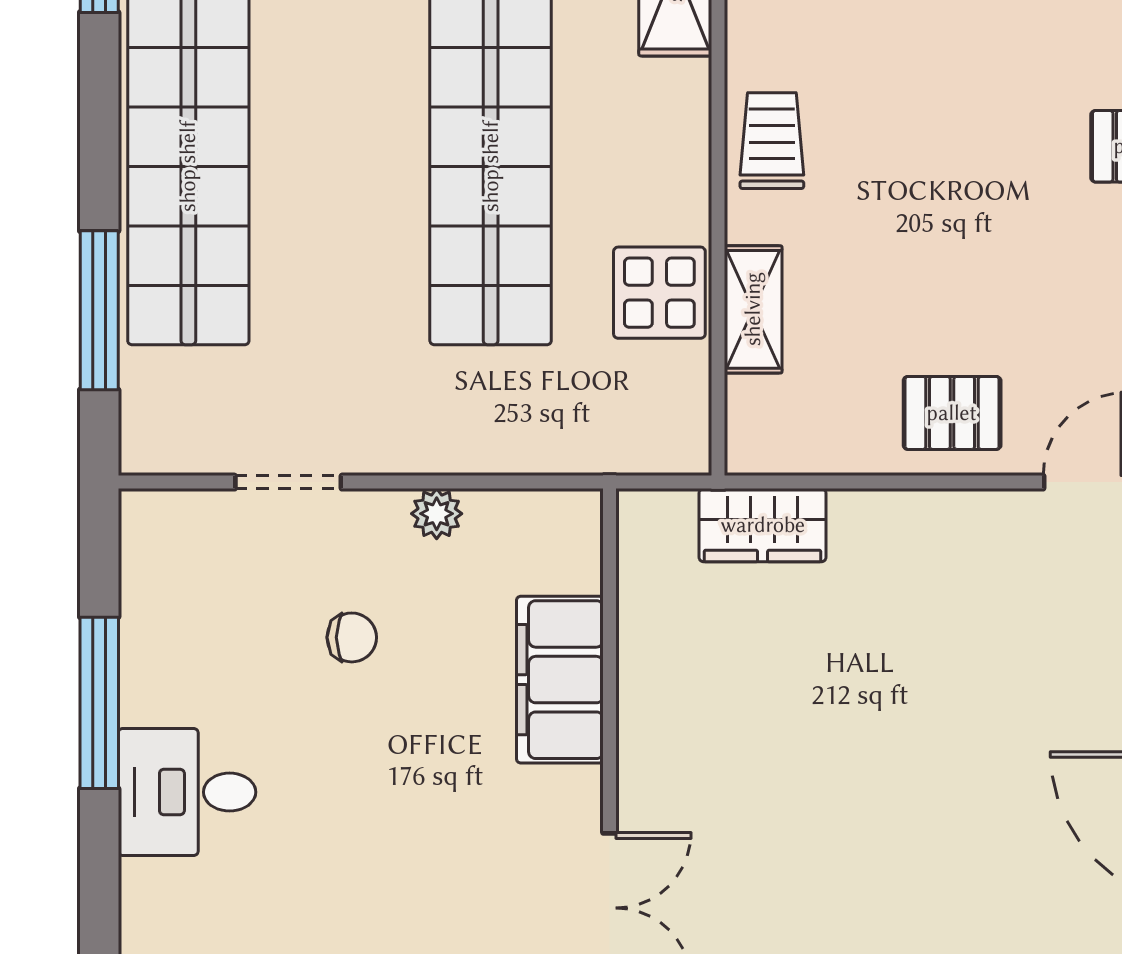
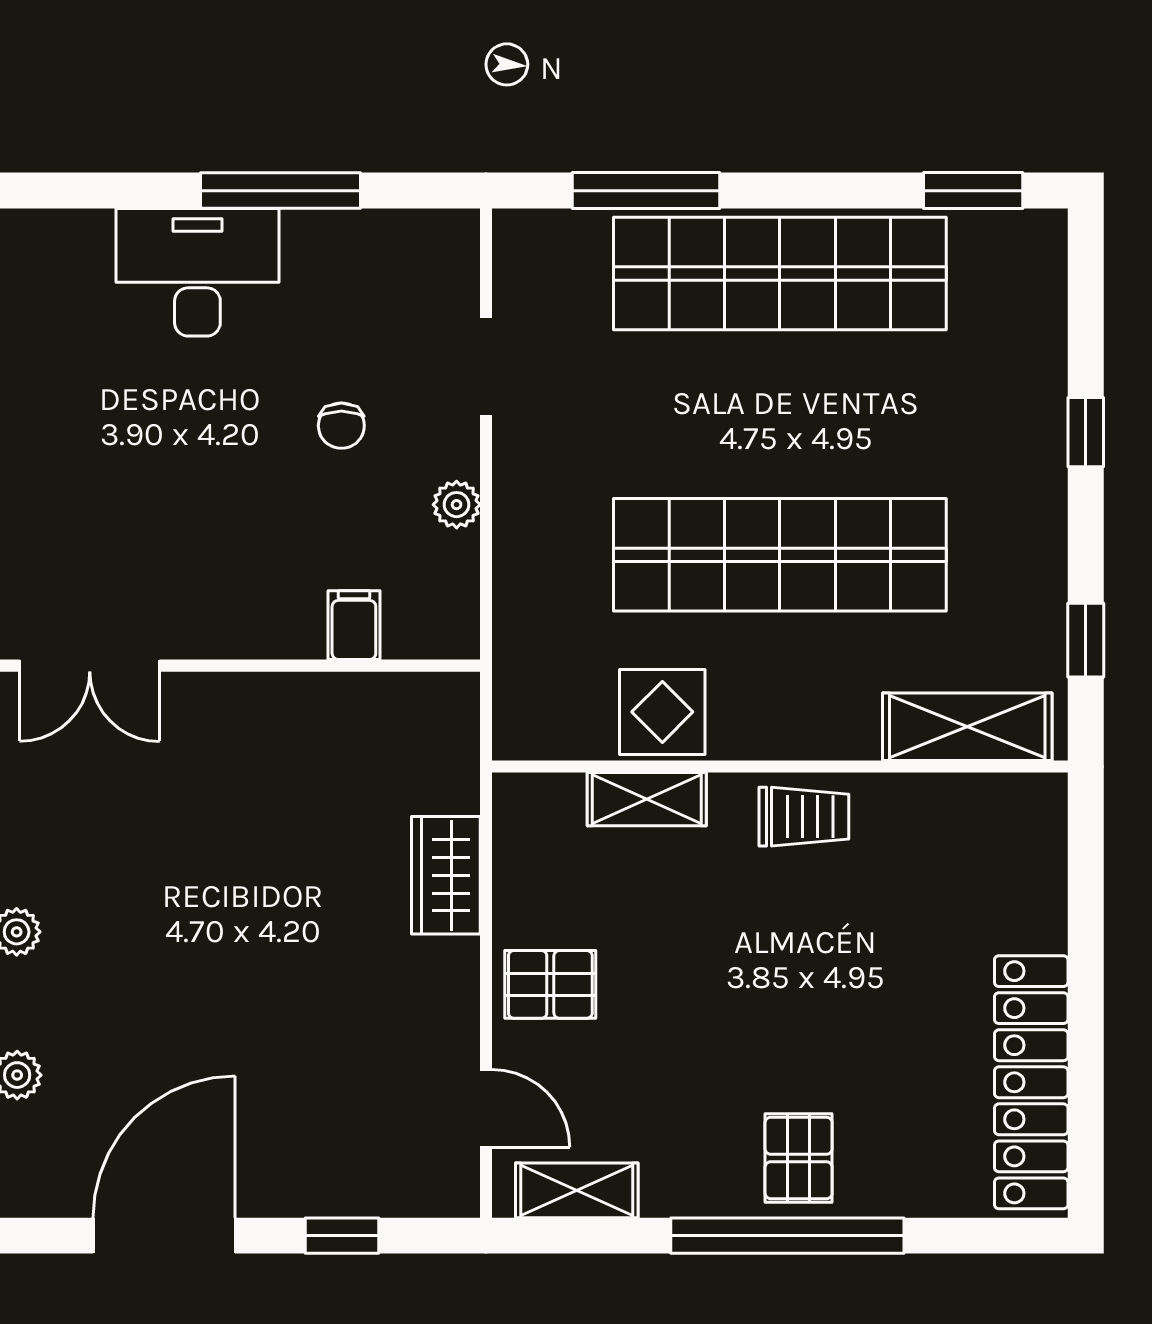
pallet: (952, 413) -> (550, 984), turned 90
wardrobe: (763, 525) -> (446, 875), moved
filing cabinet: (560, 680) -> (354, 625), width x0.33, depth x0.86
desk: (187, 792) -> (197, 272), width x1.37

